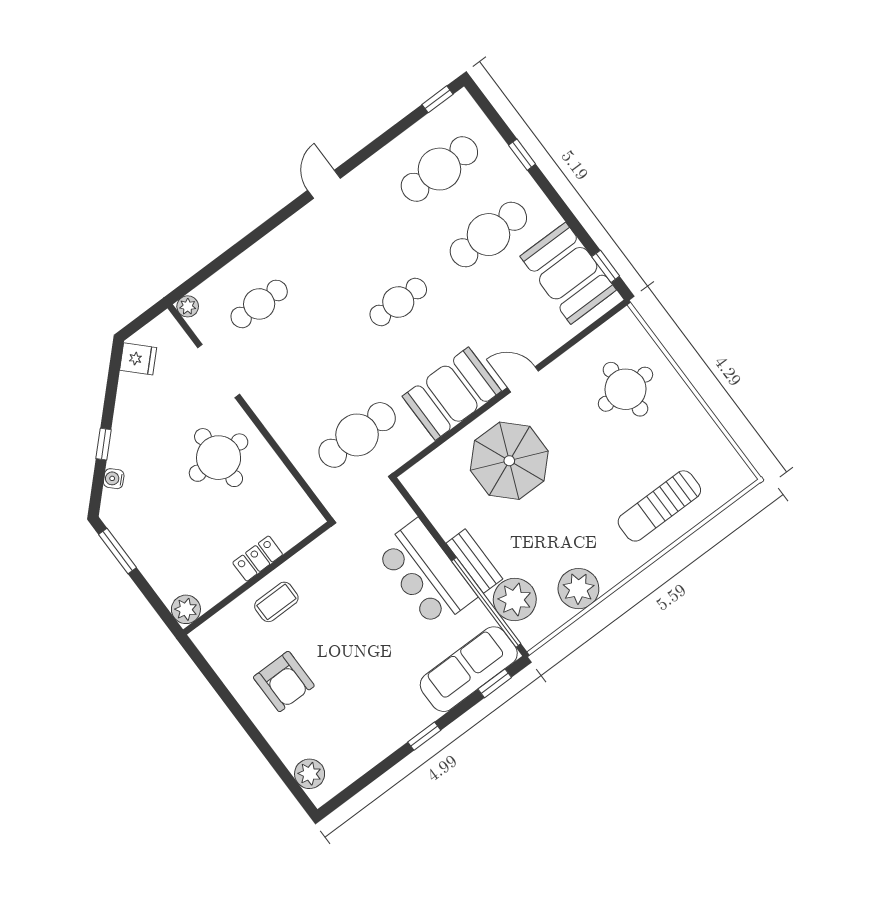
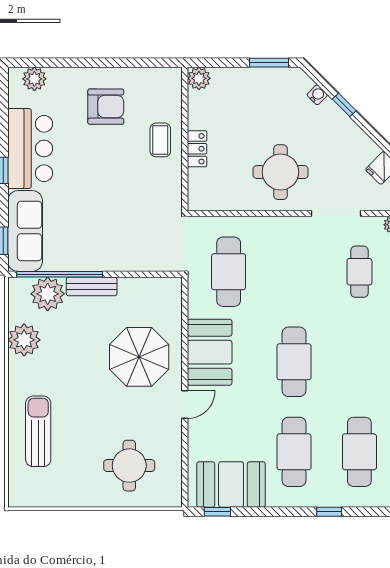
cafe table: (398, 302) -> (294, 362), width x1.37, depth x1.35
bar counter: (426, 574) -> (30, 149), moved, turned 90
armchair: (284, 681) -> (106, 107), turned 180

